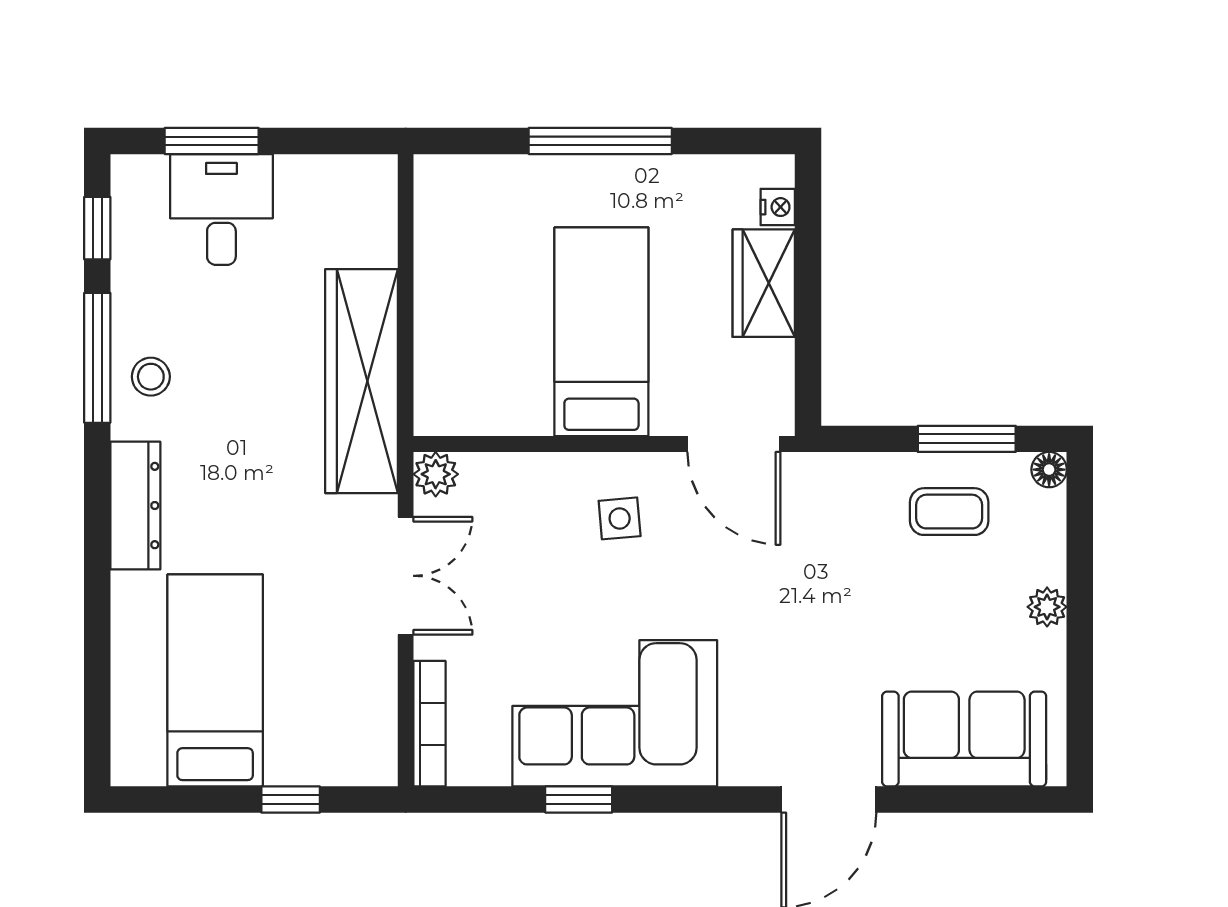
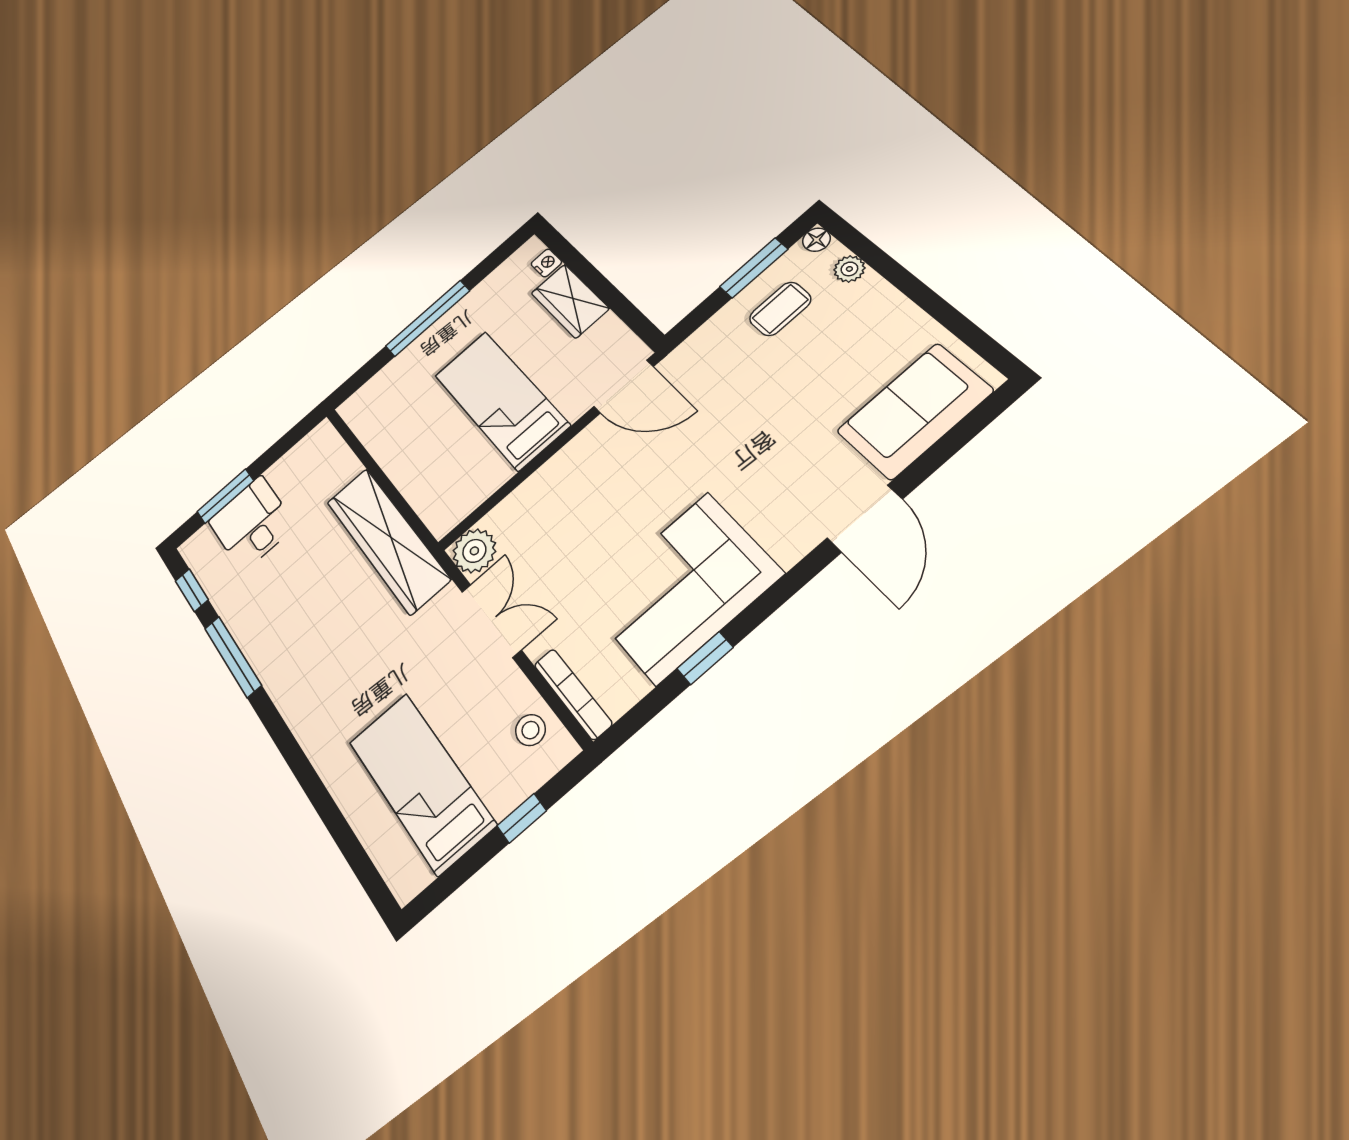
stool: (151, 377) -> (530, 730), moved
plant: (436, 474) -> (474, 551), width x1.38, depth x1.38
dresser: (135, 506) -> (305, 719), removed
side table: (620, 518) -> (591, 480), removed
plant: (1047, 607) -> (849, 269), moved

